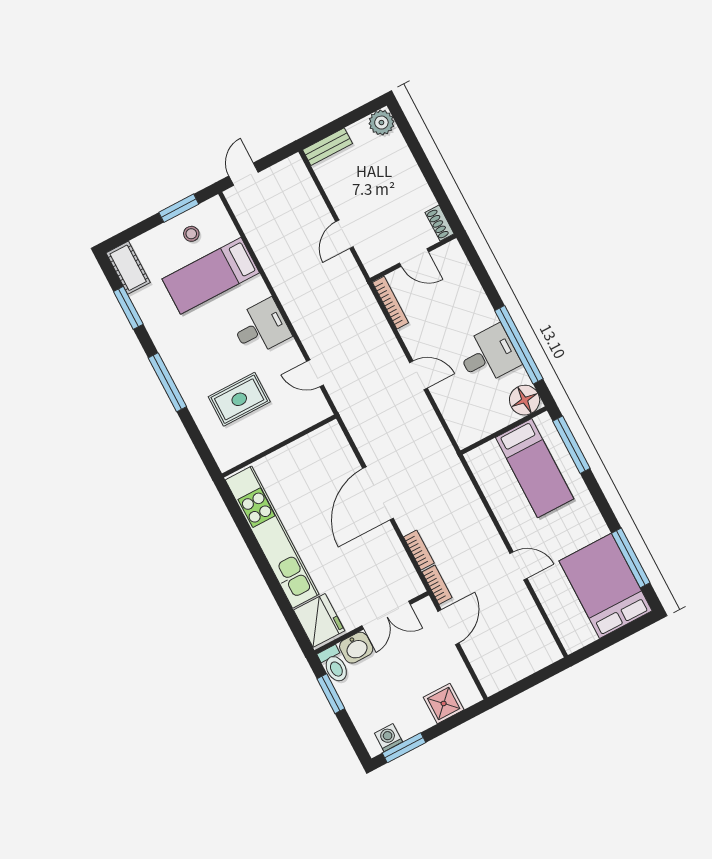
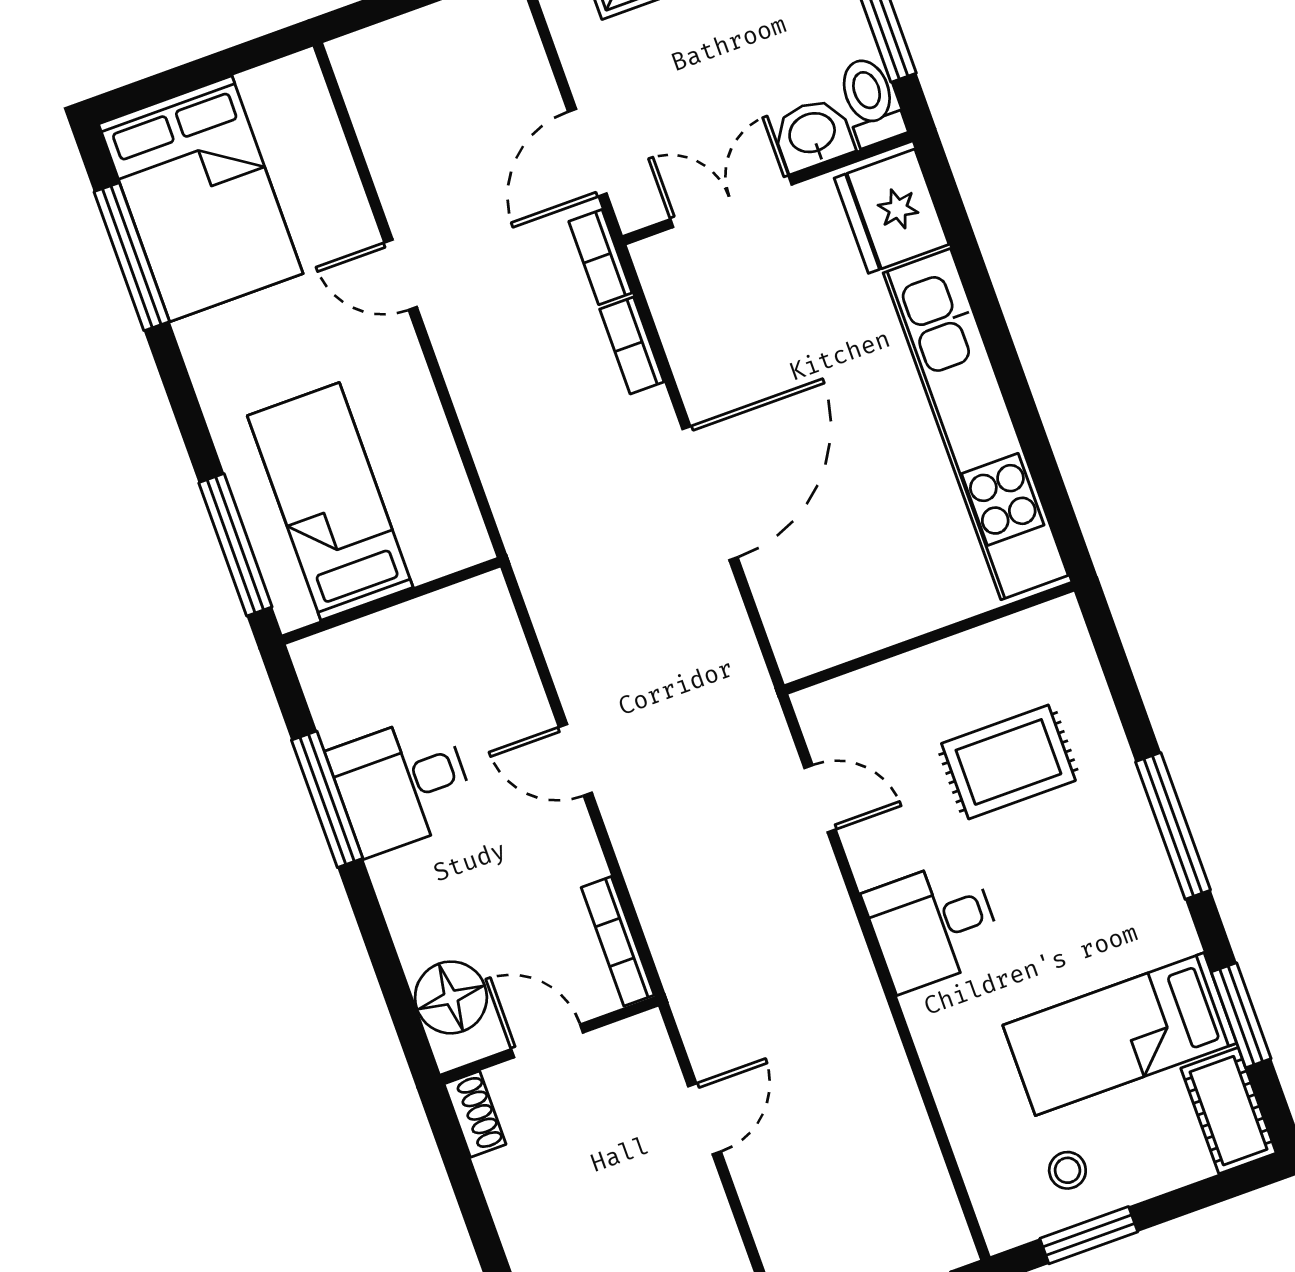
bed: (211, 276) -> (1120, 1034), moved, turned 180
window: (519, 345) -> (327, 799), width x0.68
floor lamp: (525, 400) -> (451, 997), moved

